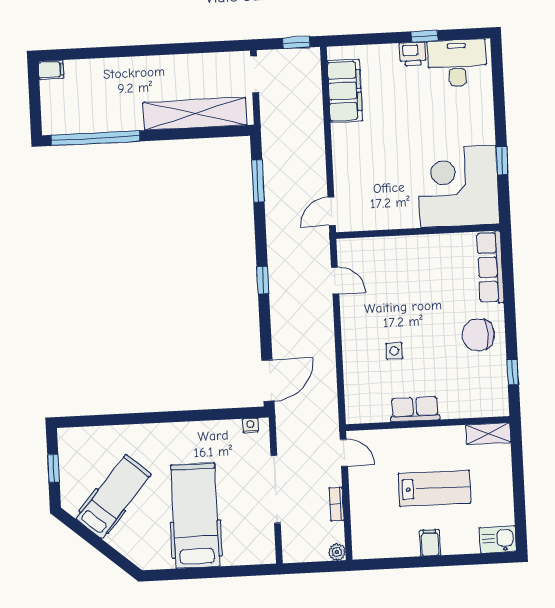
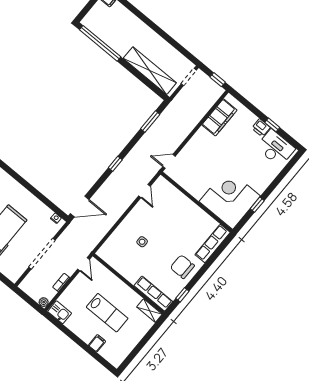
row of seats: (415, 409) -> (153, 294), moved, width x1.48
kitchen sink: (498, 539) -> (60, 312), moved
filing cabinet: (430, 543) -> (97, 343), moved

